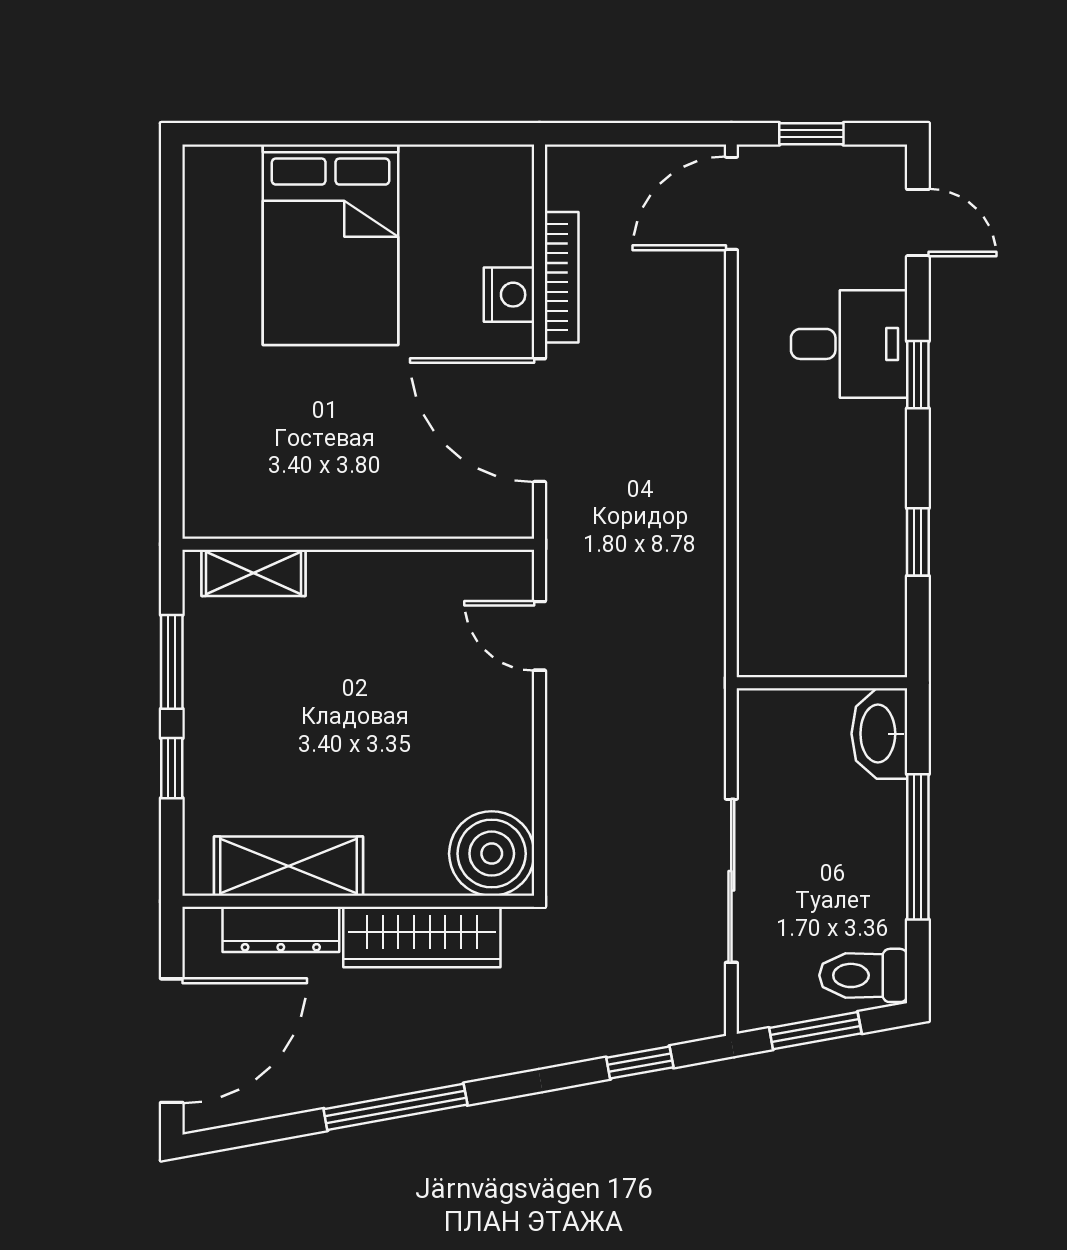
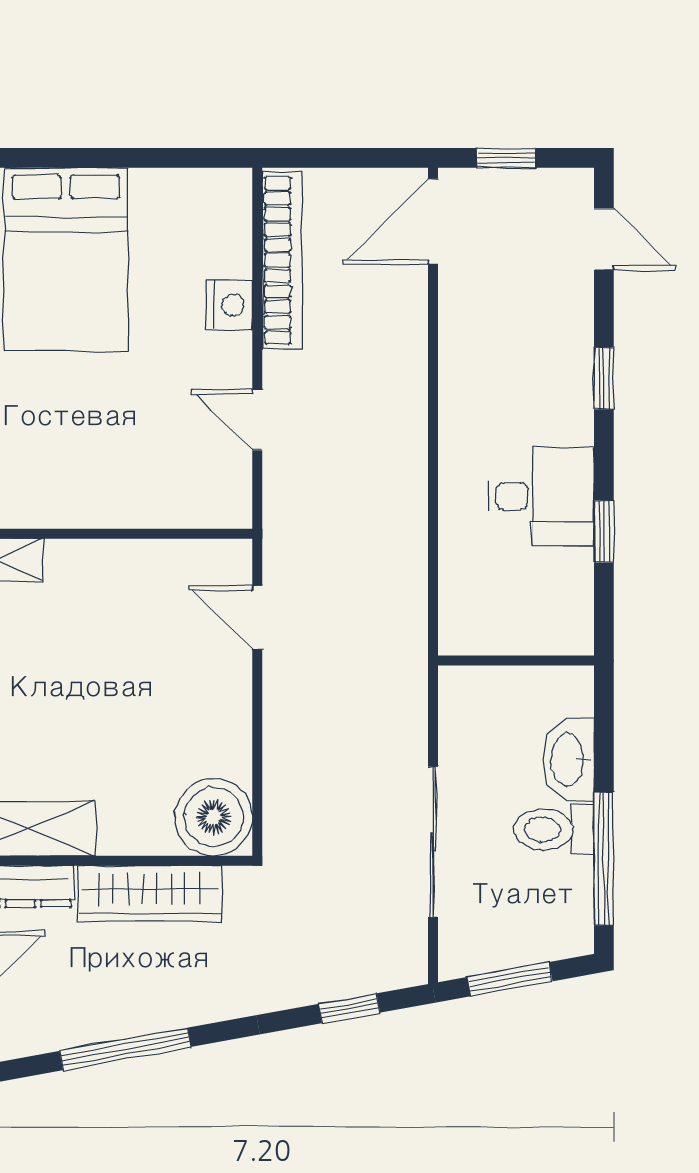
bookcase: (562, 277) -> (282, 260), width x1.48, depth x1.31
desk: (849, 344) -> (541, 496), moved
door: (539, 420) -> (257, 420), width x0.53
washbasin: (879, 734) -> (569, 760), moved
window: (918, 847) -> (604, 859), moved
toilet: (863, 975) -> (554, 829), moved

